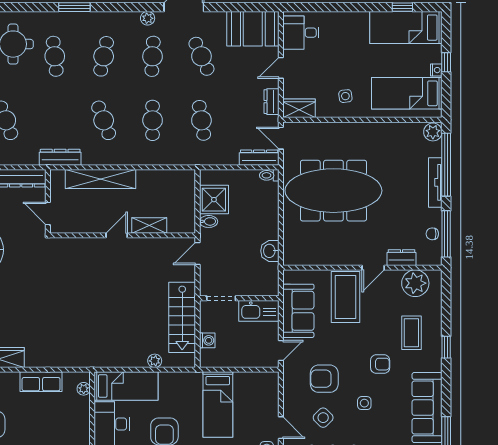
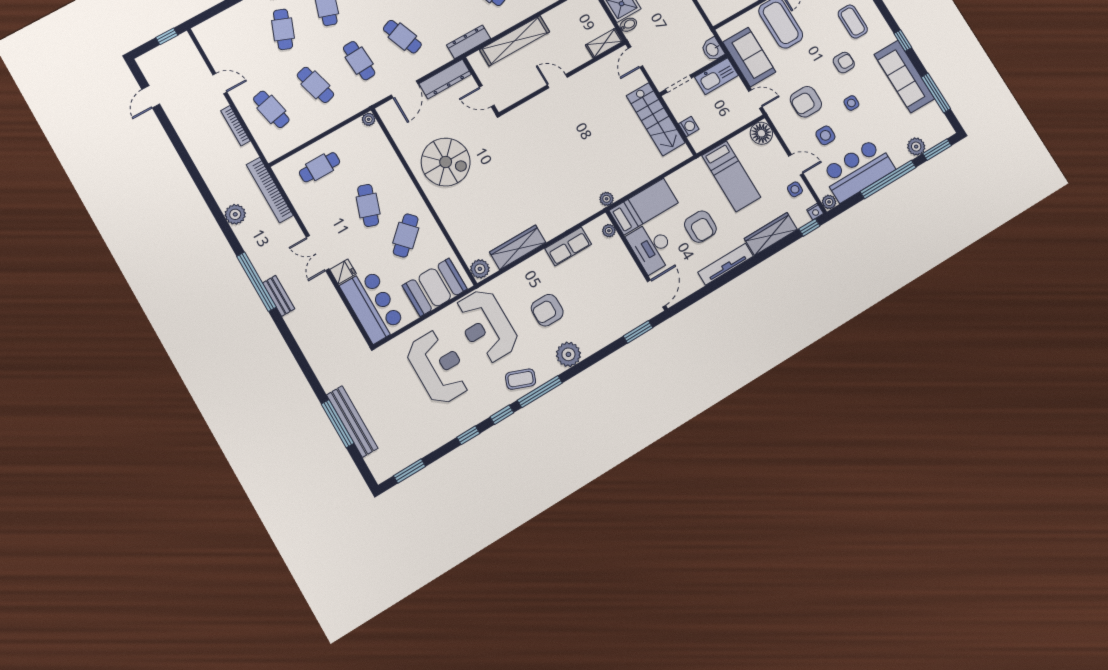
shelving: (149, 226) -> (604, 43), moved
door: (117, 235) -> (557, 81), hinge flipped
washbasin: (270, 251) -> (713, 49), moved
window: (446, 347) -> (903, 40), moved
door: (281, 351) -> (755, 99), hinge flipped
plant: (155, 361) -> (607, 199), moved
floor lamp: (268, 383) -> (761, 133), added
side table: (323, 418) -> (825, 135), turned 45

